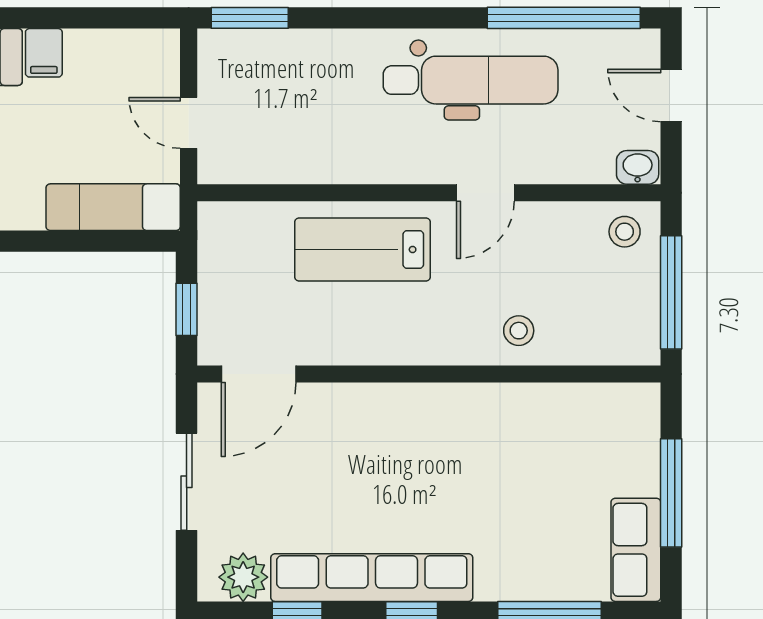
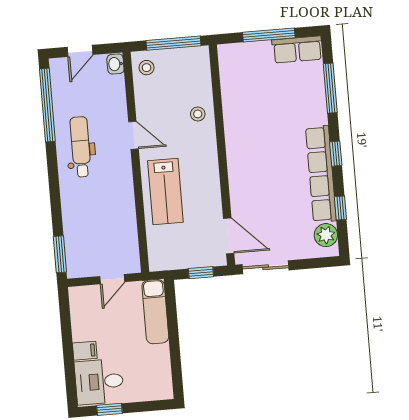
dental chair: (471, 80) -> (81, 147), width x0.73, depth x0.72
sliding door: (187, 482) -> (266, 267), moved

